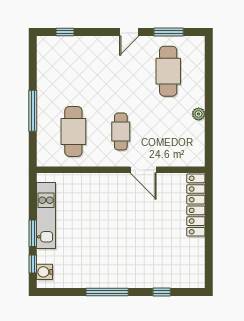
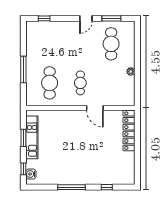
window: (33, 233) -> (23, 138), moved

